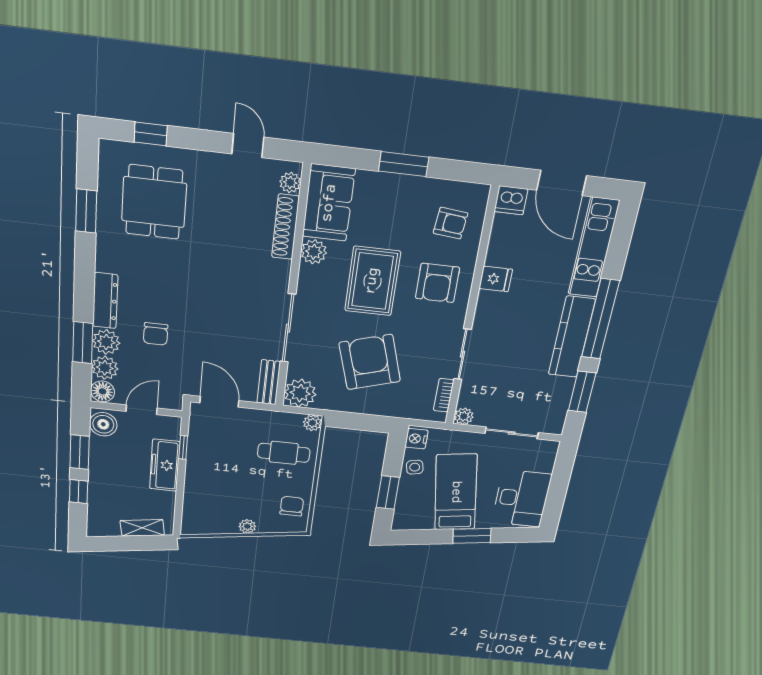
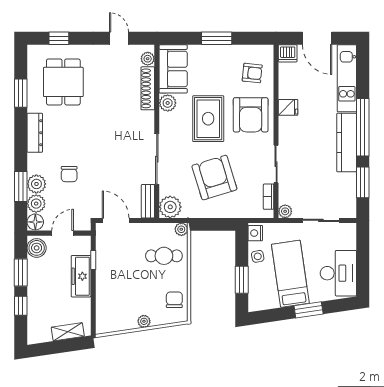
armchair: (437, 283) -> (251, 115), width x1.36, depth x1.36
dresser: (105, 301) -> (35, 133), moved

